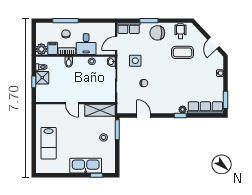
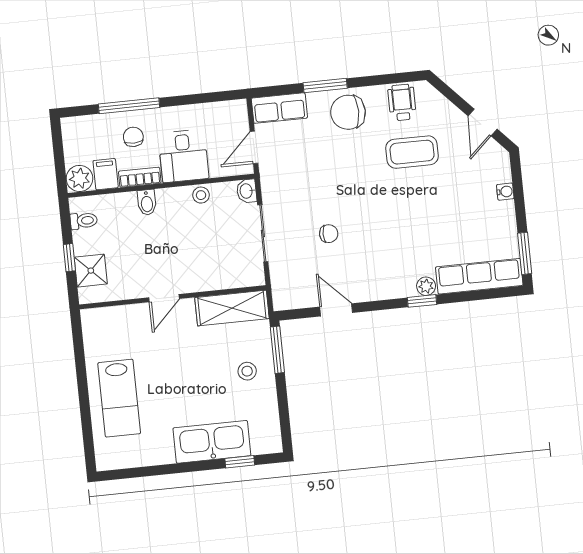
side table: (135, 61) -> (303, 183), removed
shower: (42, 78) -> (91, 271), moved
door: (72, 103) -> (164, 298), hinge flipped

